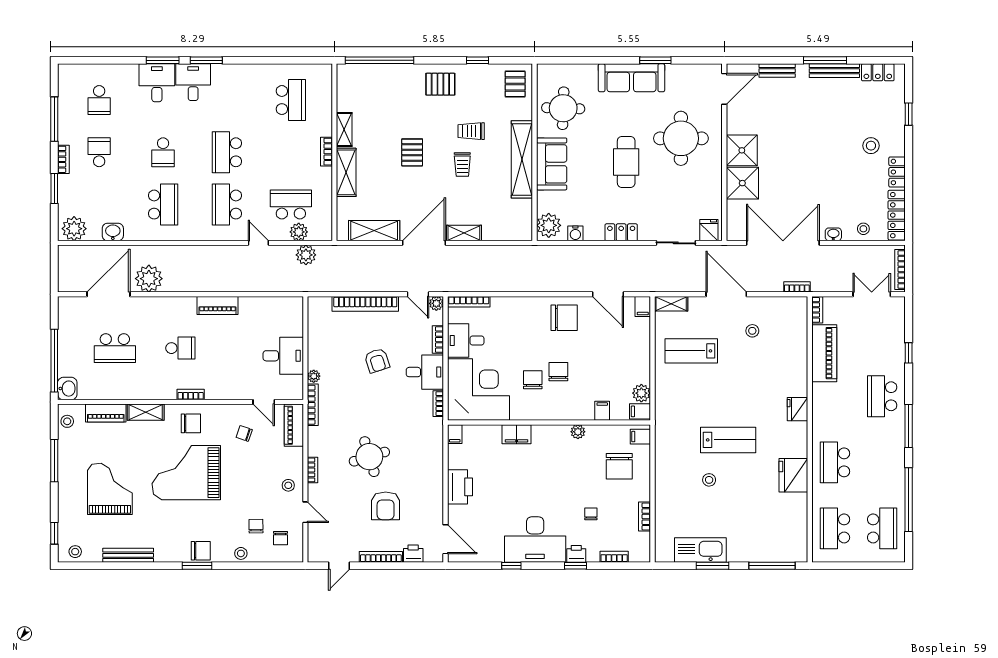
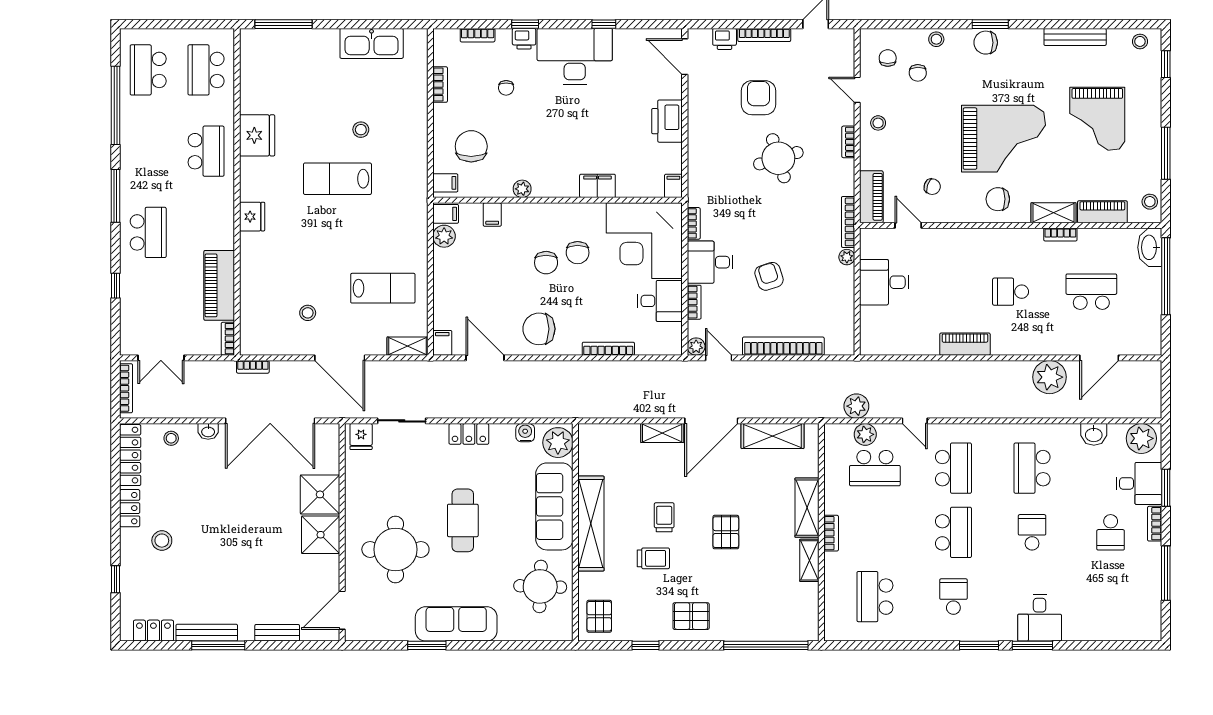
desk: (193, 82) -> (1139, 483), moved, turned -90
school desk: (99, 100) -> (953, 597), moved
sofa: (552, 164) -> (554, 506), width x1.36
door: (108, 294) -> (1099, 358), width x0.73
bookcase: (469, 302) -> (608, 349), moved
washbasin: (67, 389) -> (1150, 247), width x1.38
bookcase: (191, 395) -> (1060, 235), moved
school desk: (835, 528) -> (206, 70), turned 180
window: (713, 566) -> (357, 24), removed

